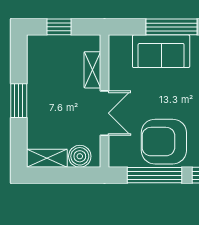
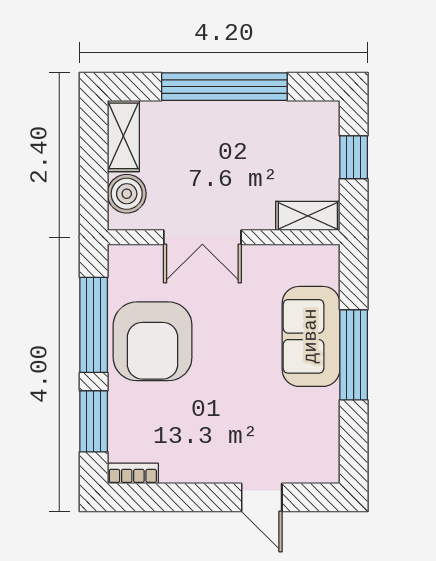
shelving: (92, 70) -> (308, 216), moved
window: (19, 101) -> (224, 87), width x2.11
armchair: (164, 142) -> (153, 341), turned 180

